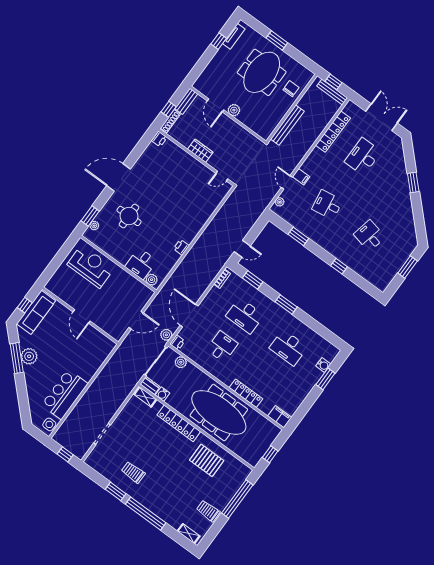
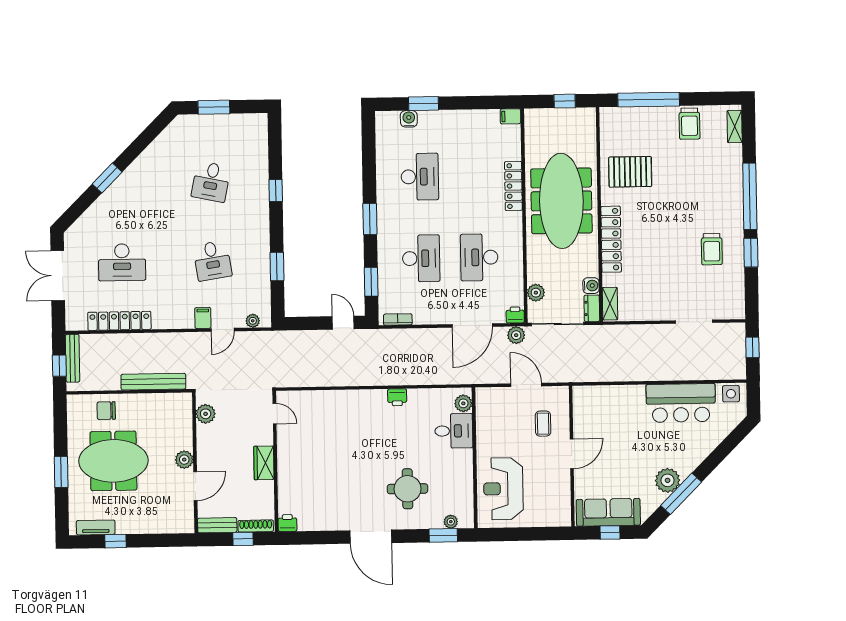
plant: (249, 140) -> (206, 414), added
coffee table: (109, 313) -> (543, 424), added
desk: (222, 347) -> (479, 257), width x1.37
filing cabinet: (280, 417) -> (510, 116), width x0.50
pallet: (207, 460) -> (630, 172), turned 90

